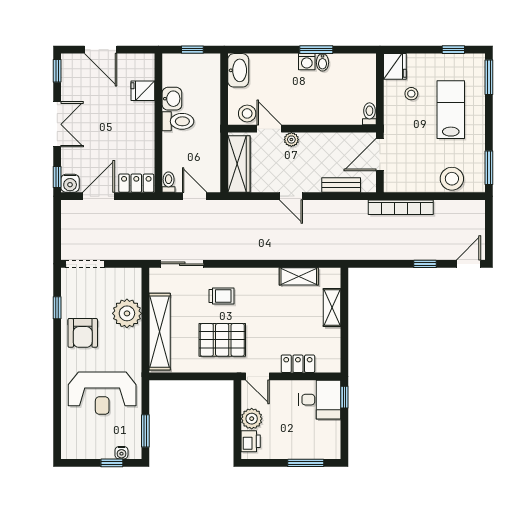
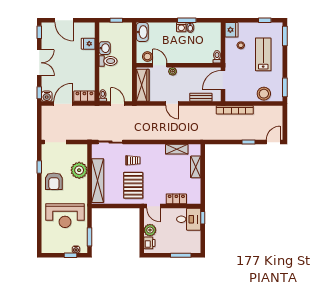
pallet: (222, 340) -> (133, 185), turned 90

